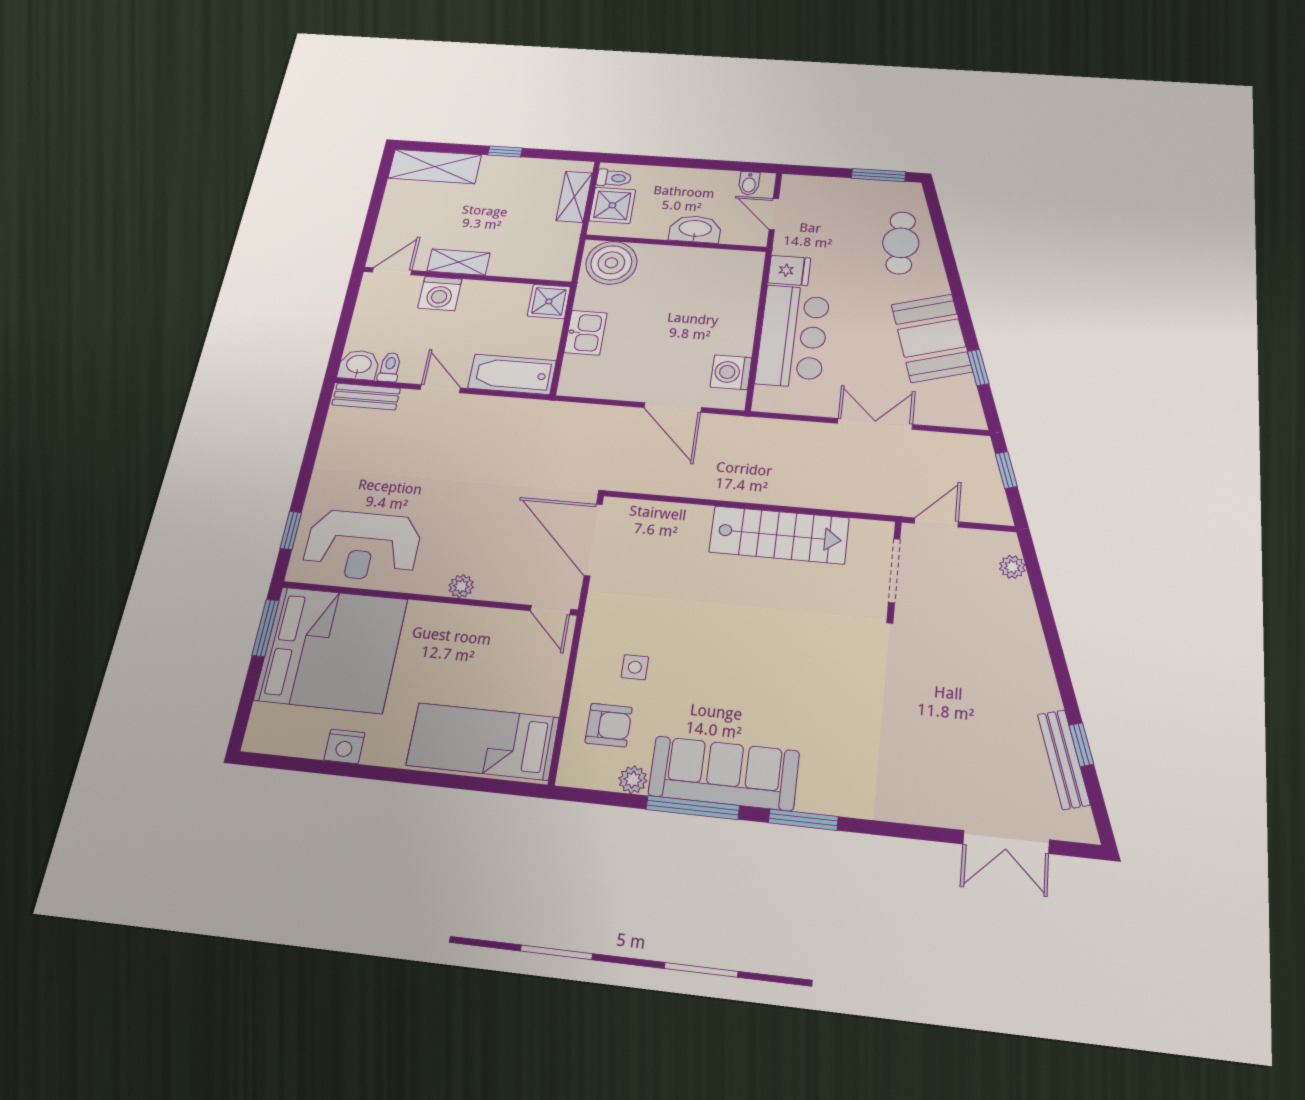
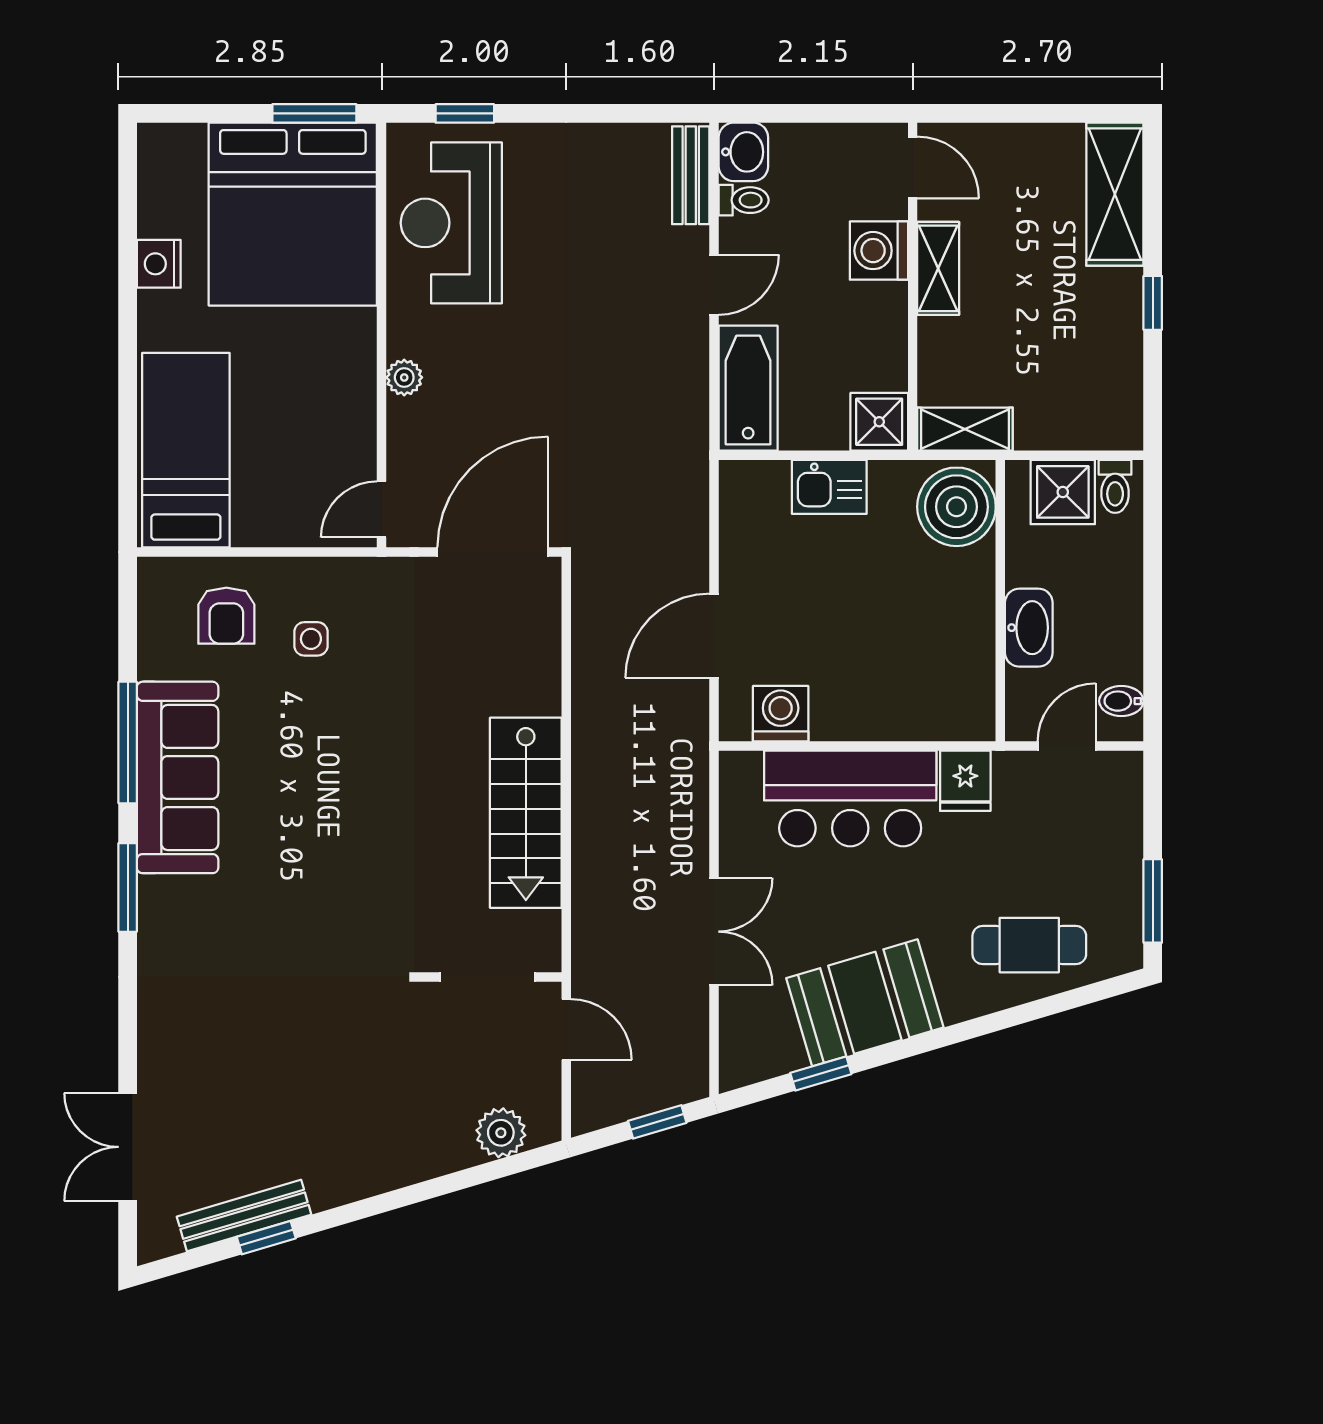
shelving: (574, 197) -> (965, 429), moved
plant: (1012, 567) -> (501, 1133), width x1.38, depth x1.38
plant: (633, 780) -> (156, 659), removed

